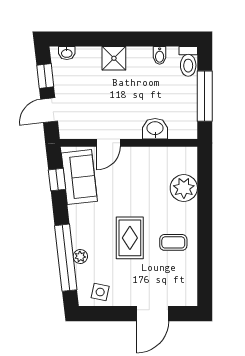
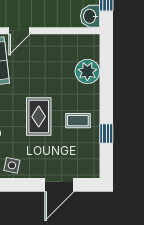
washbasin: (155, 129) -> (90, 16), moved, turned -90
window: (205, 257) -> (106, 133), added

